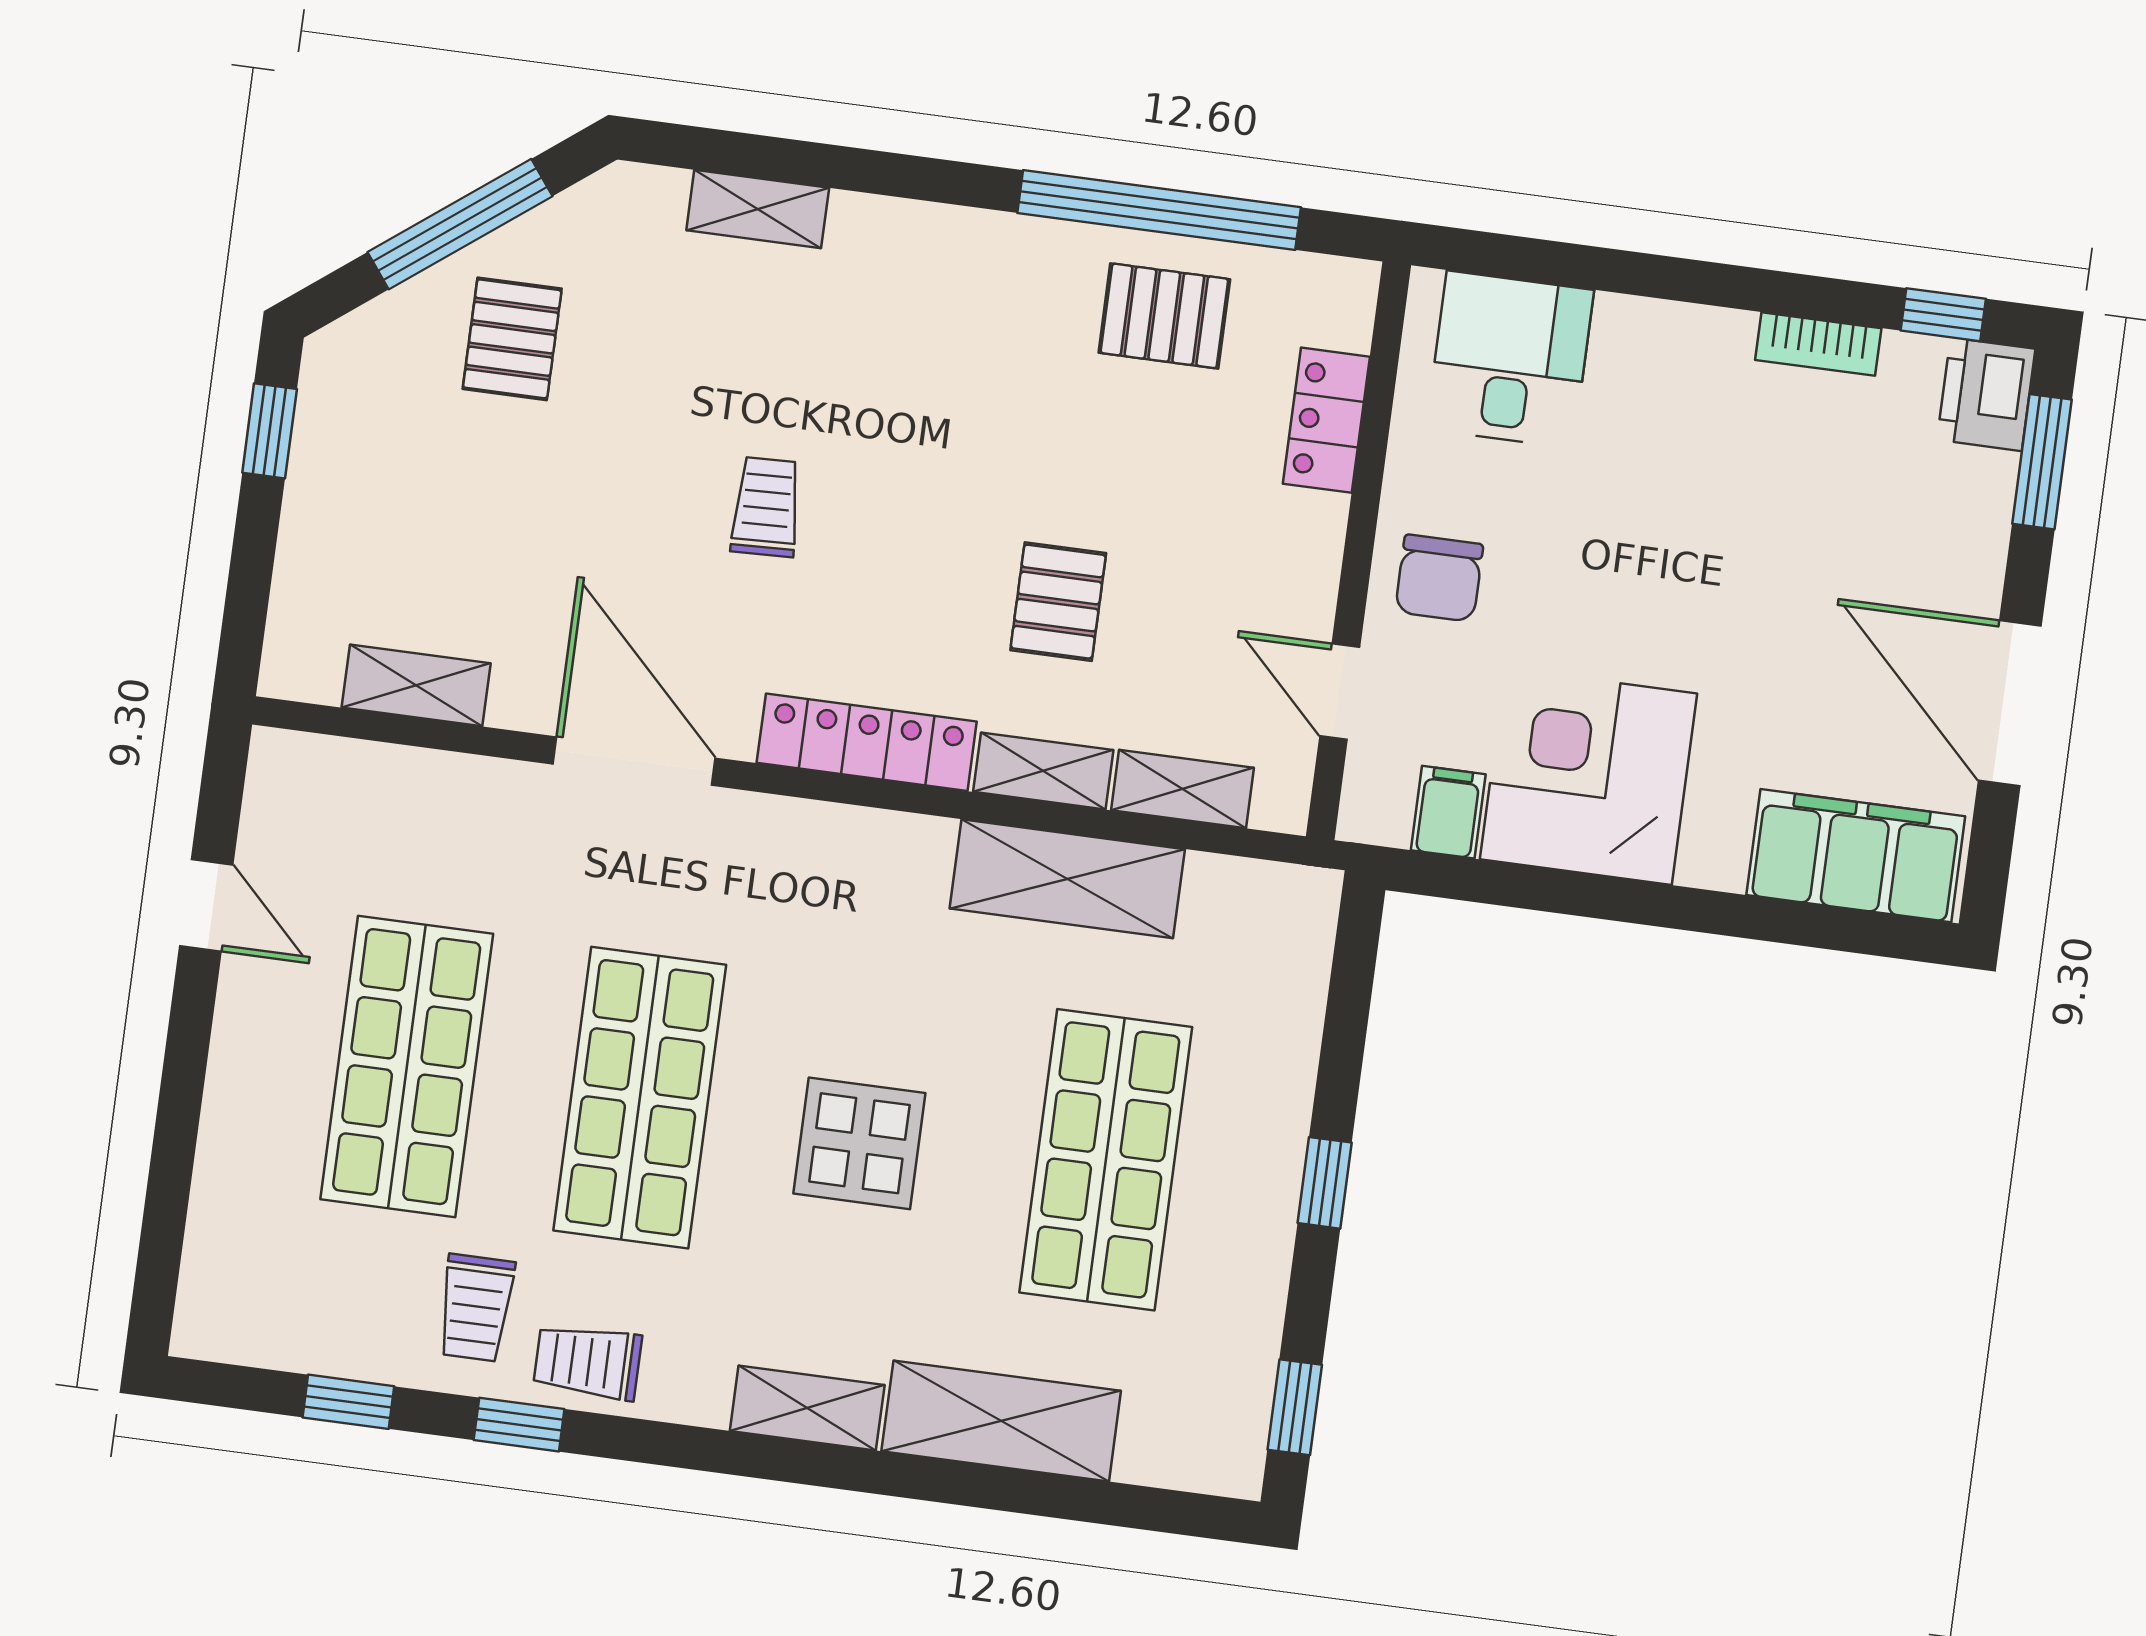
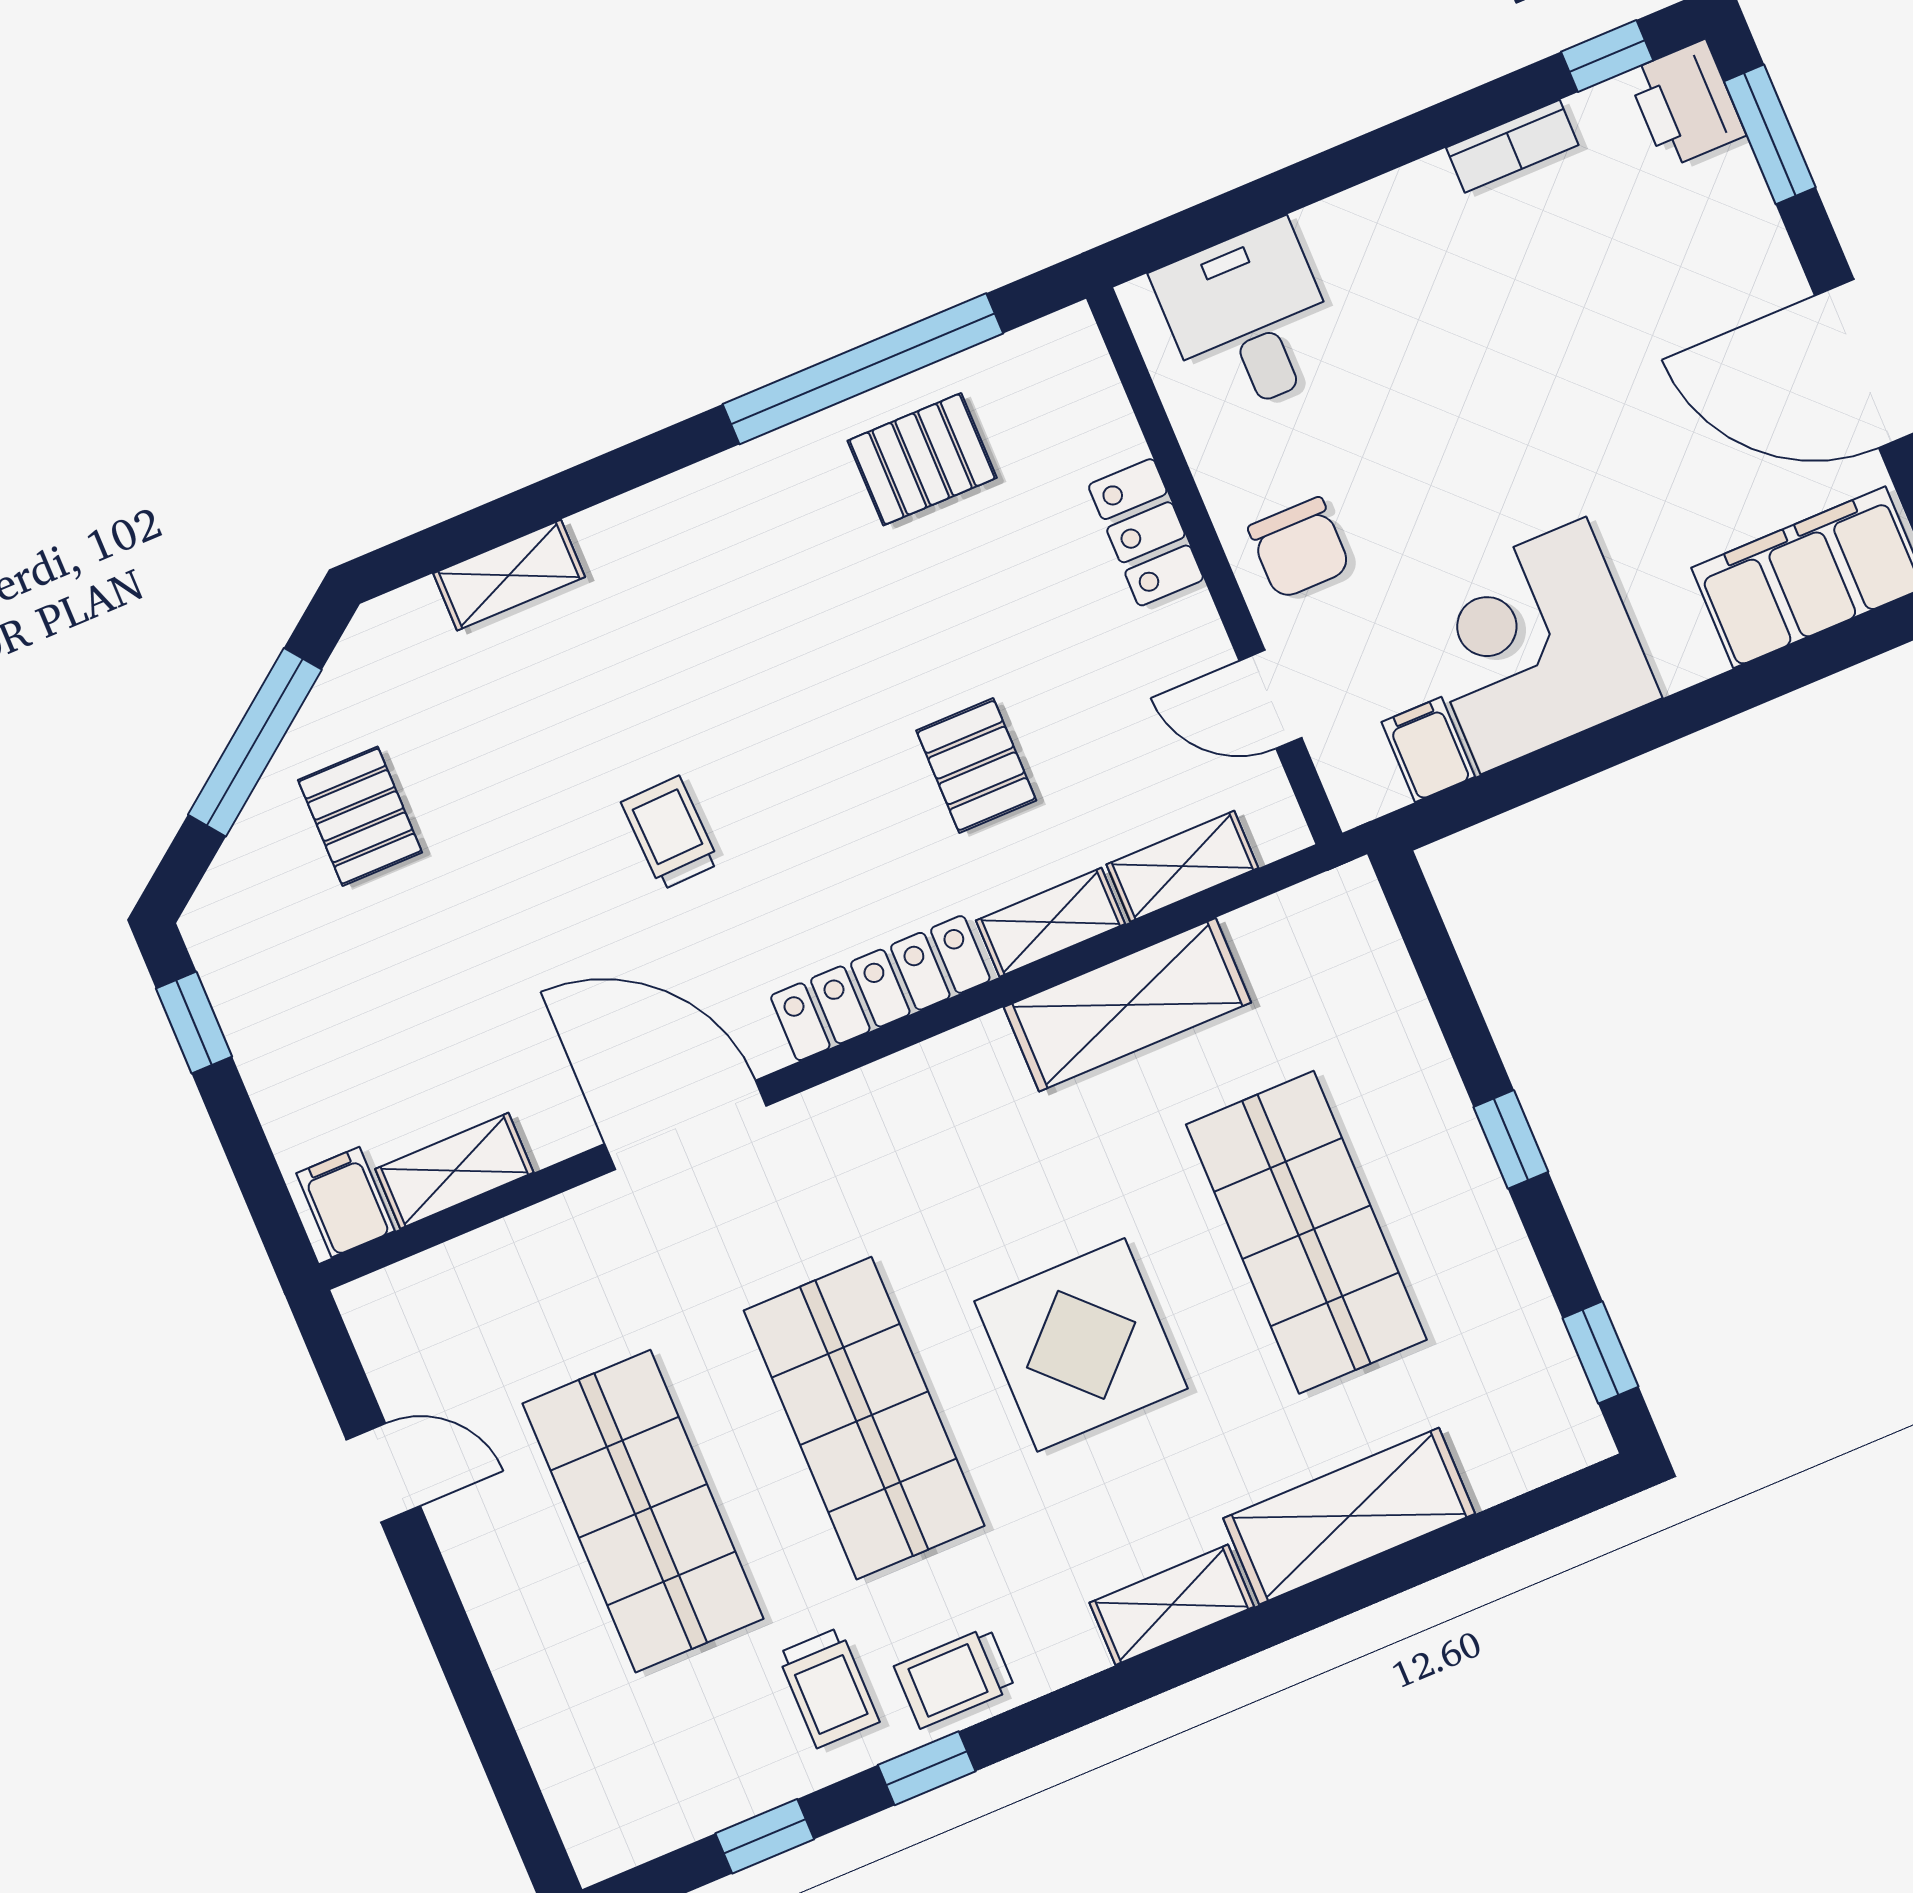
locker: (1326, 420) -> (1146, 532), moved
filing cabinet: (308, 658) -> (345, 1202), added
display table: (859, 1143) -> (1081, 1345), width x1.36, depth x1.36

